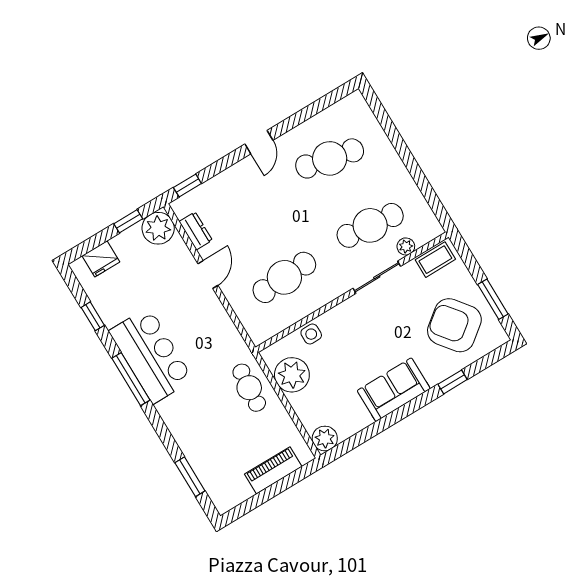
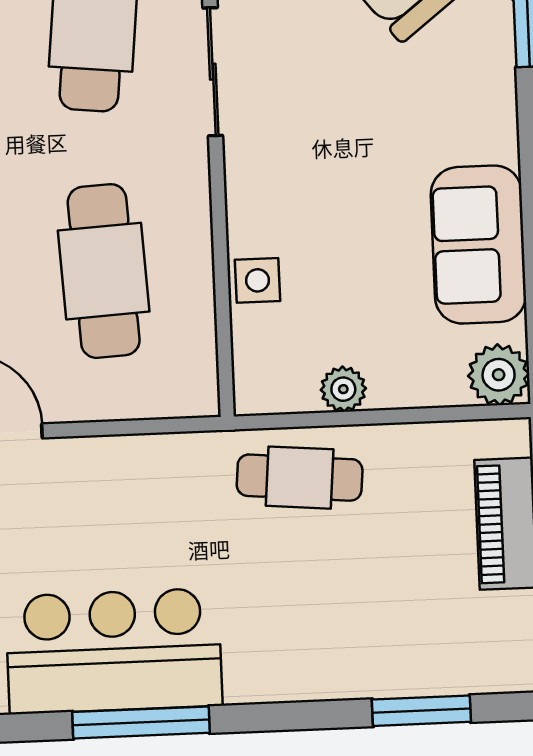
plant: (292, 375) -> (343, 389), width x0.53, depth x0.53
sofa: (394, 390) -> (478, 245), moved

